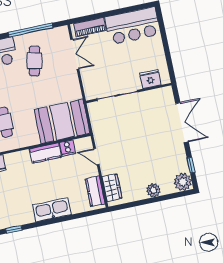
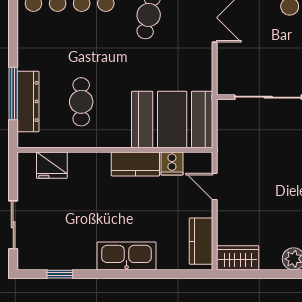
wardrobe: (112, 188) -> (238, 258), moved, turned -90

